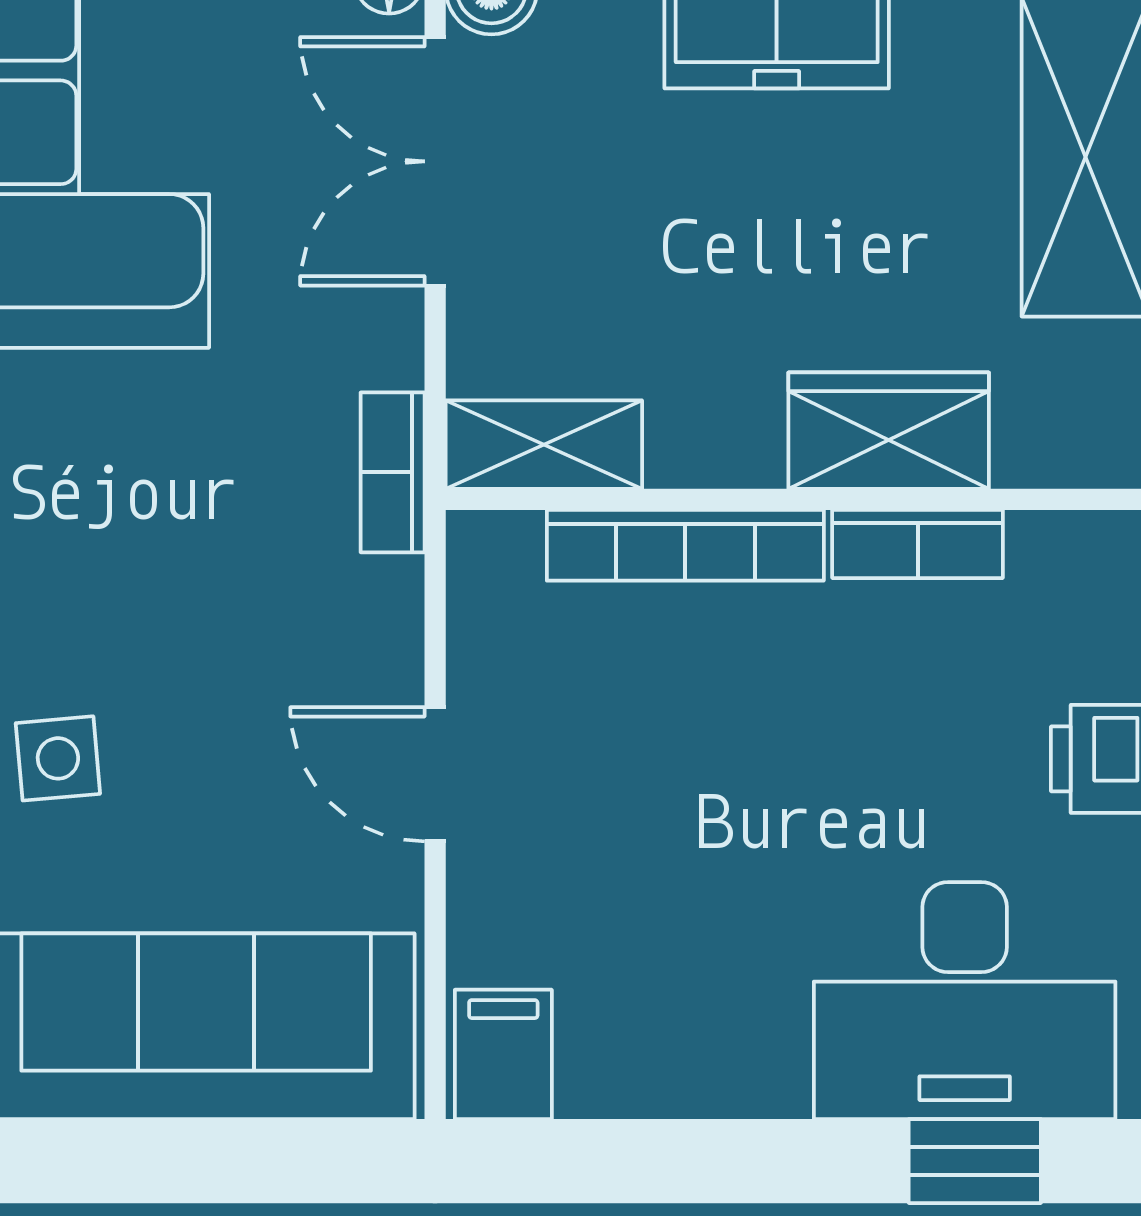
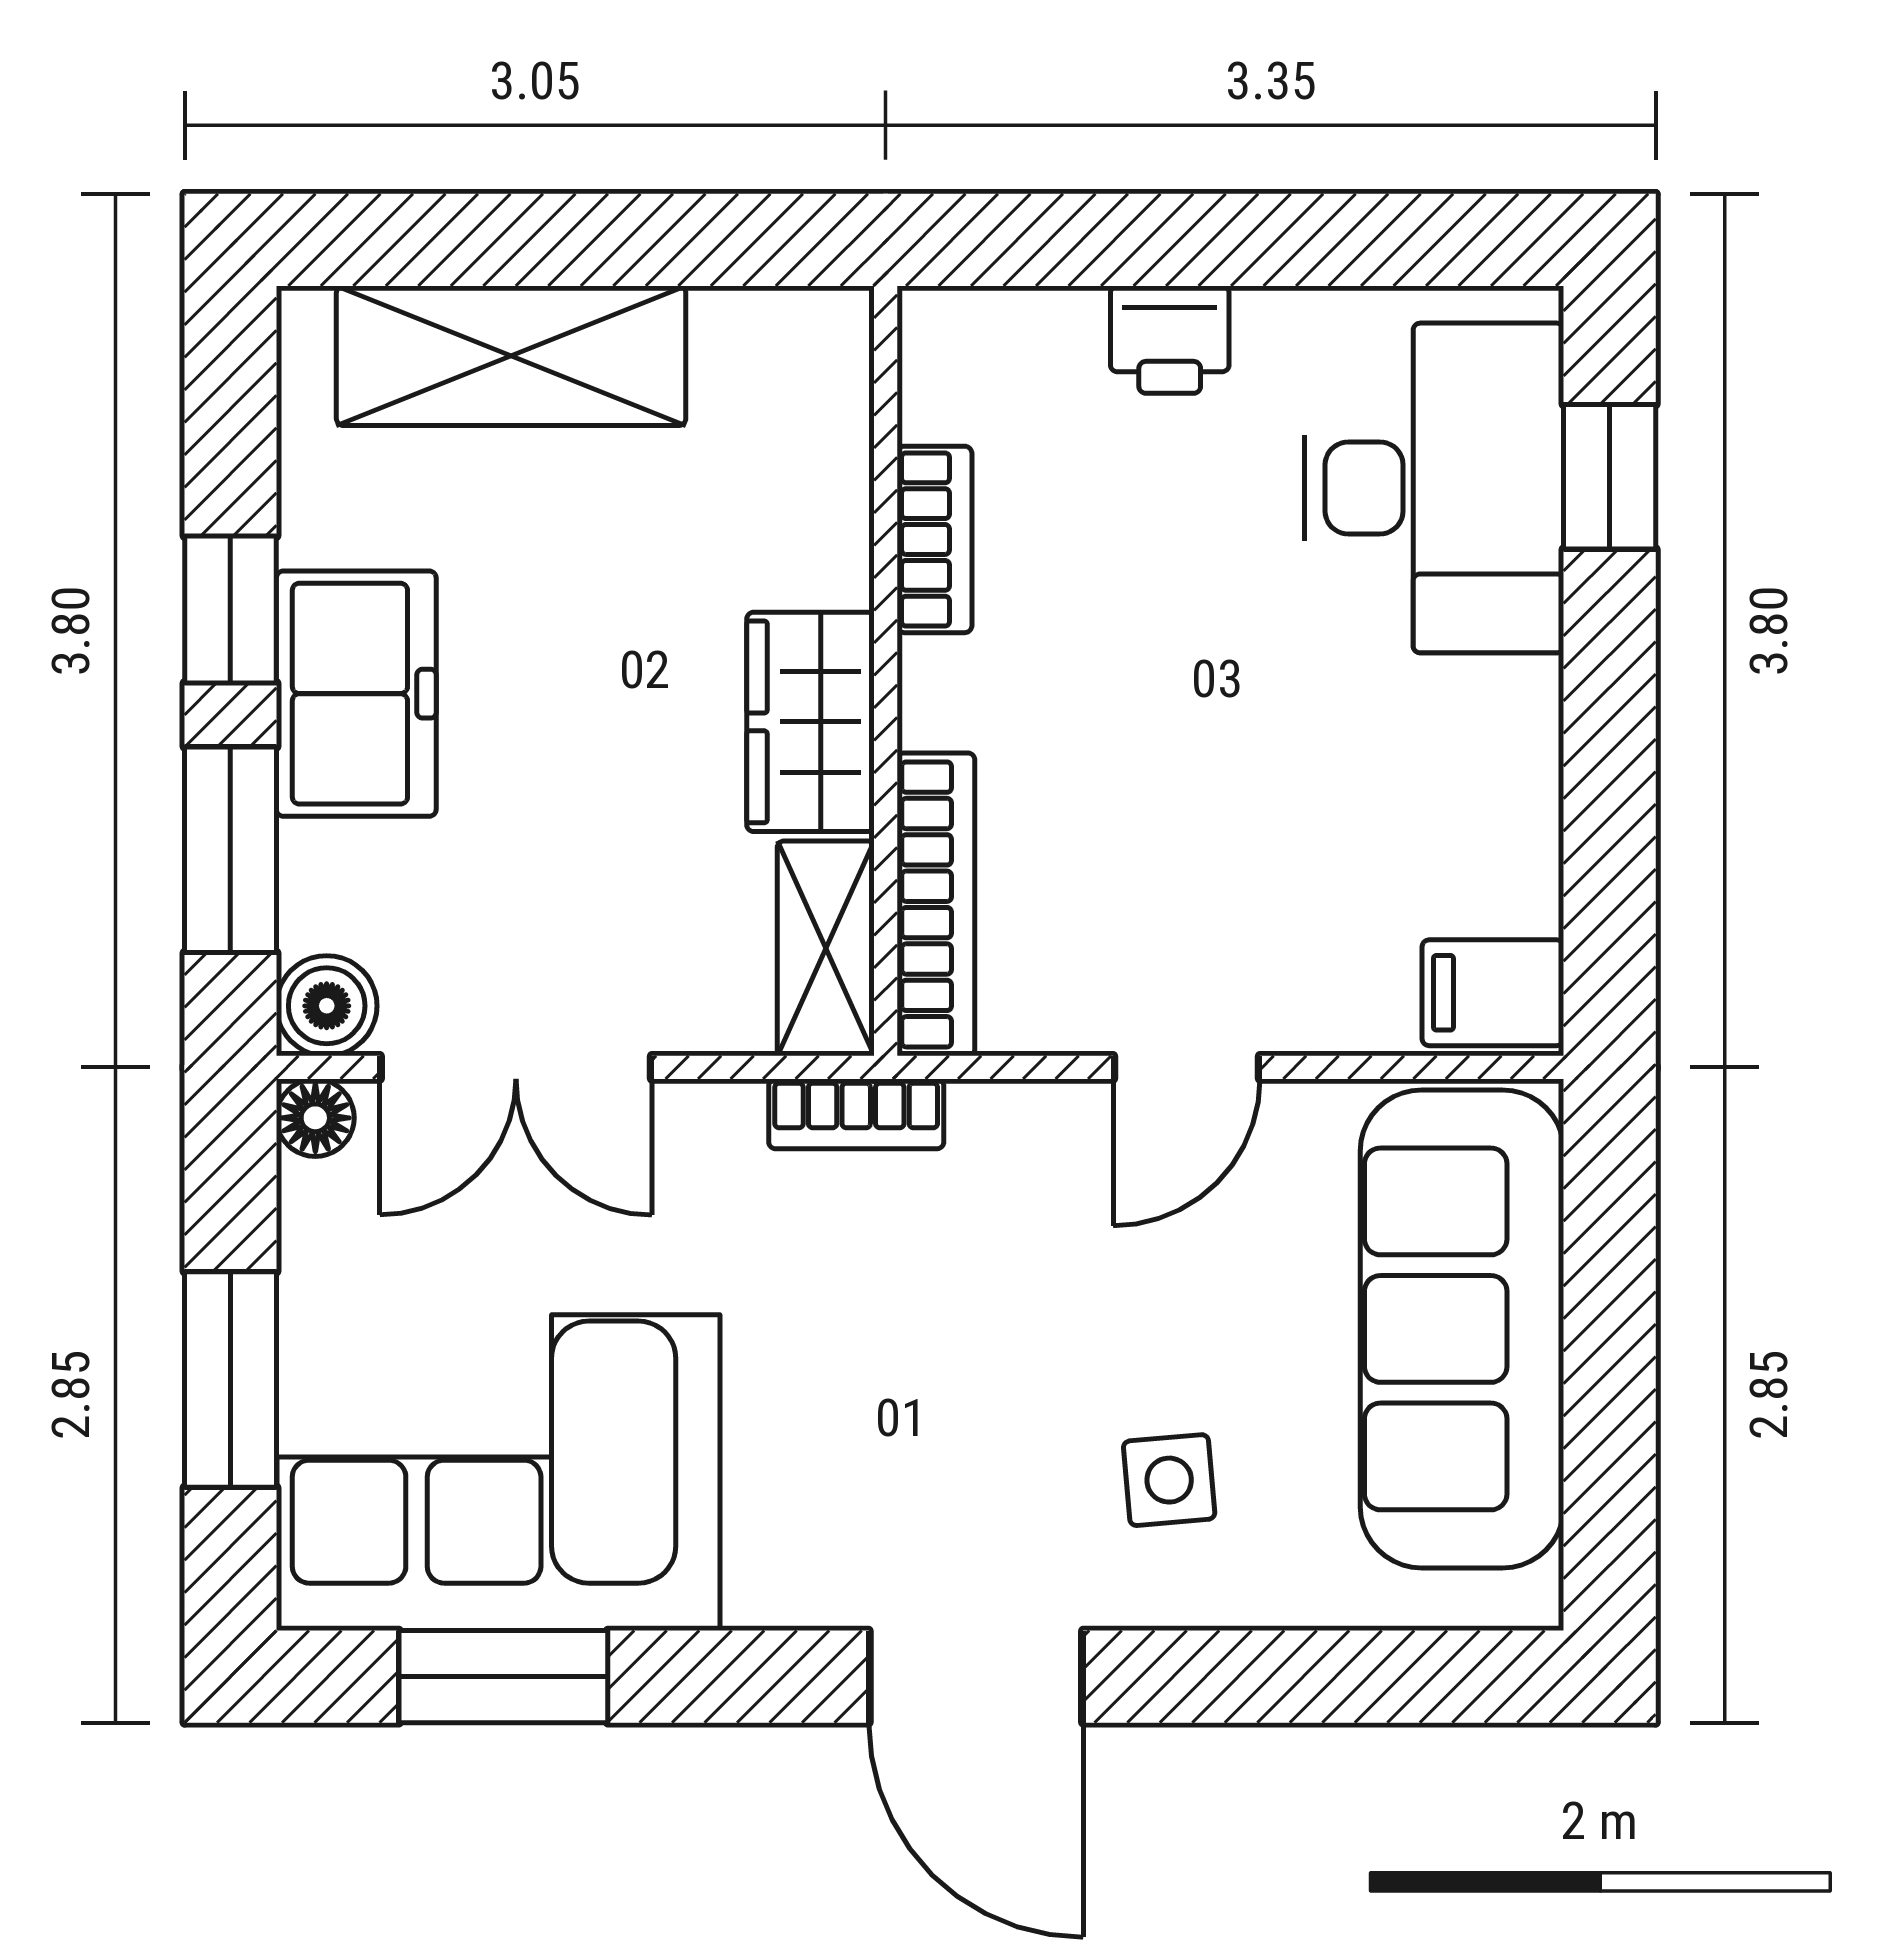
wardrobe: (889, 431) -> (810, 722), moved
bookcase: (685, 545) -> (936, 904), moved

